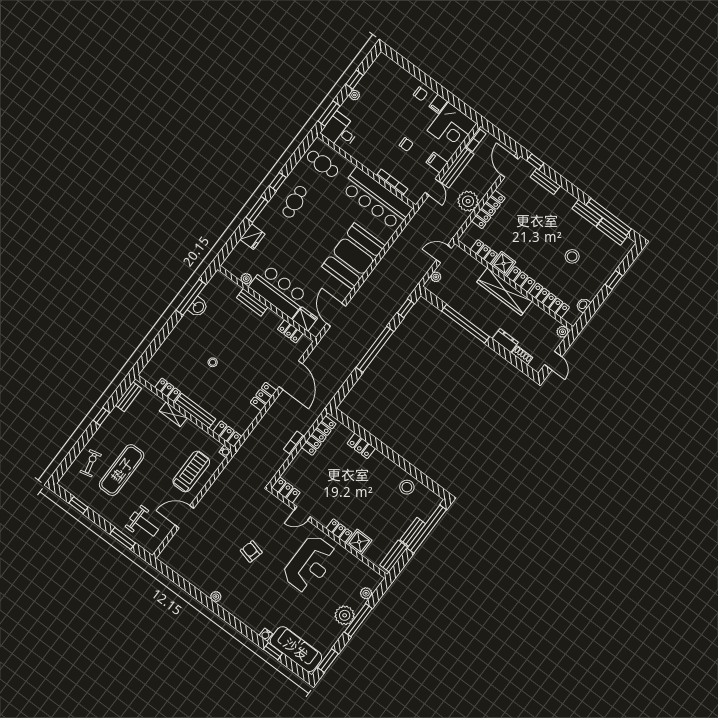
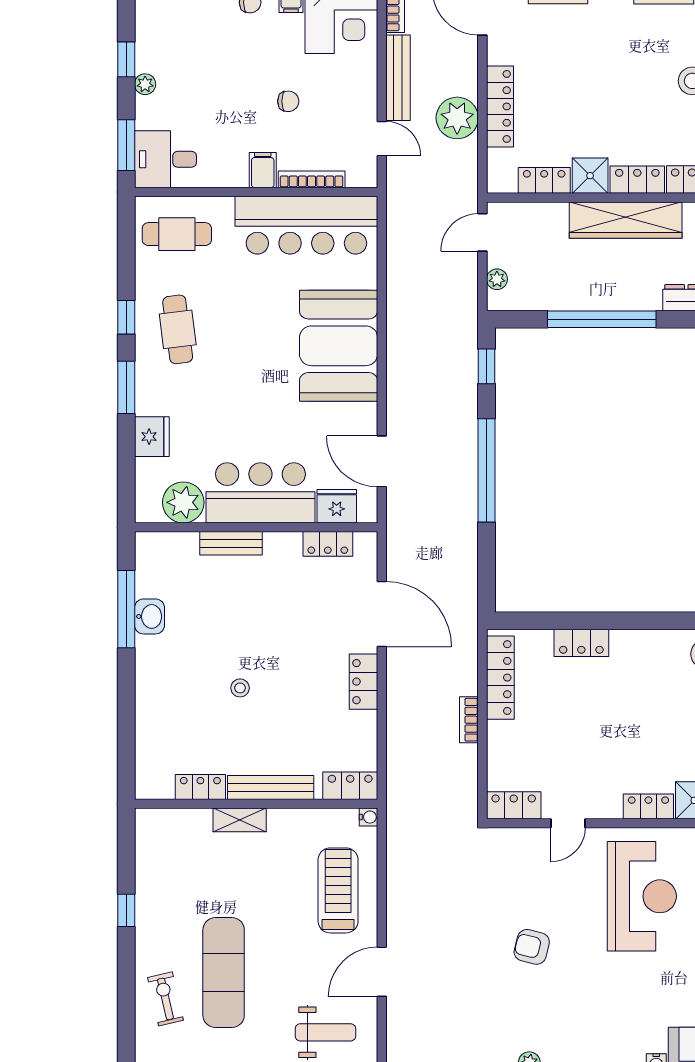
filing cabinet: (437, 162) -> (263, 170), moved, turned 90
plant: (246, 279) -> (183, 502), width x1.87, depth x1.87
bench: (128, 397) -> (146, 846), removed

